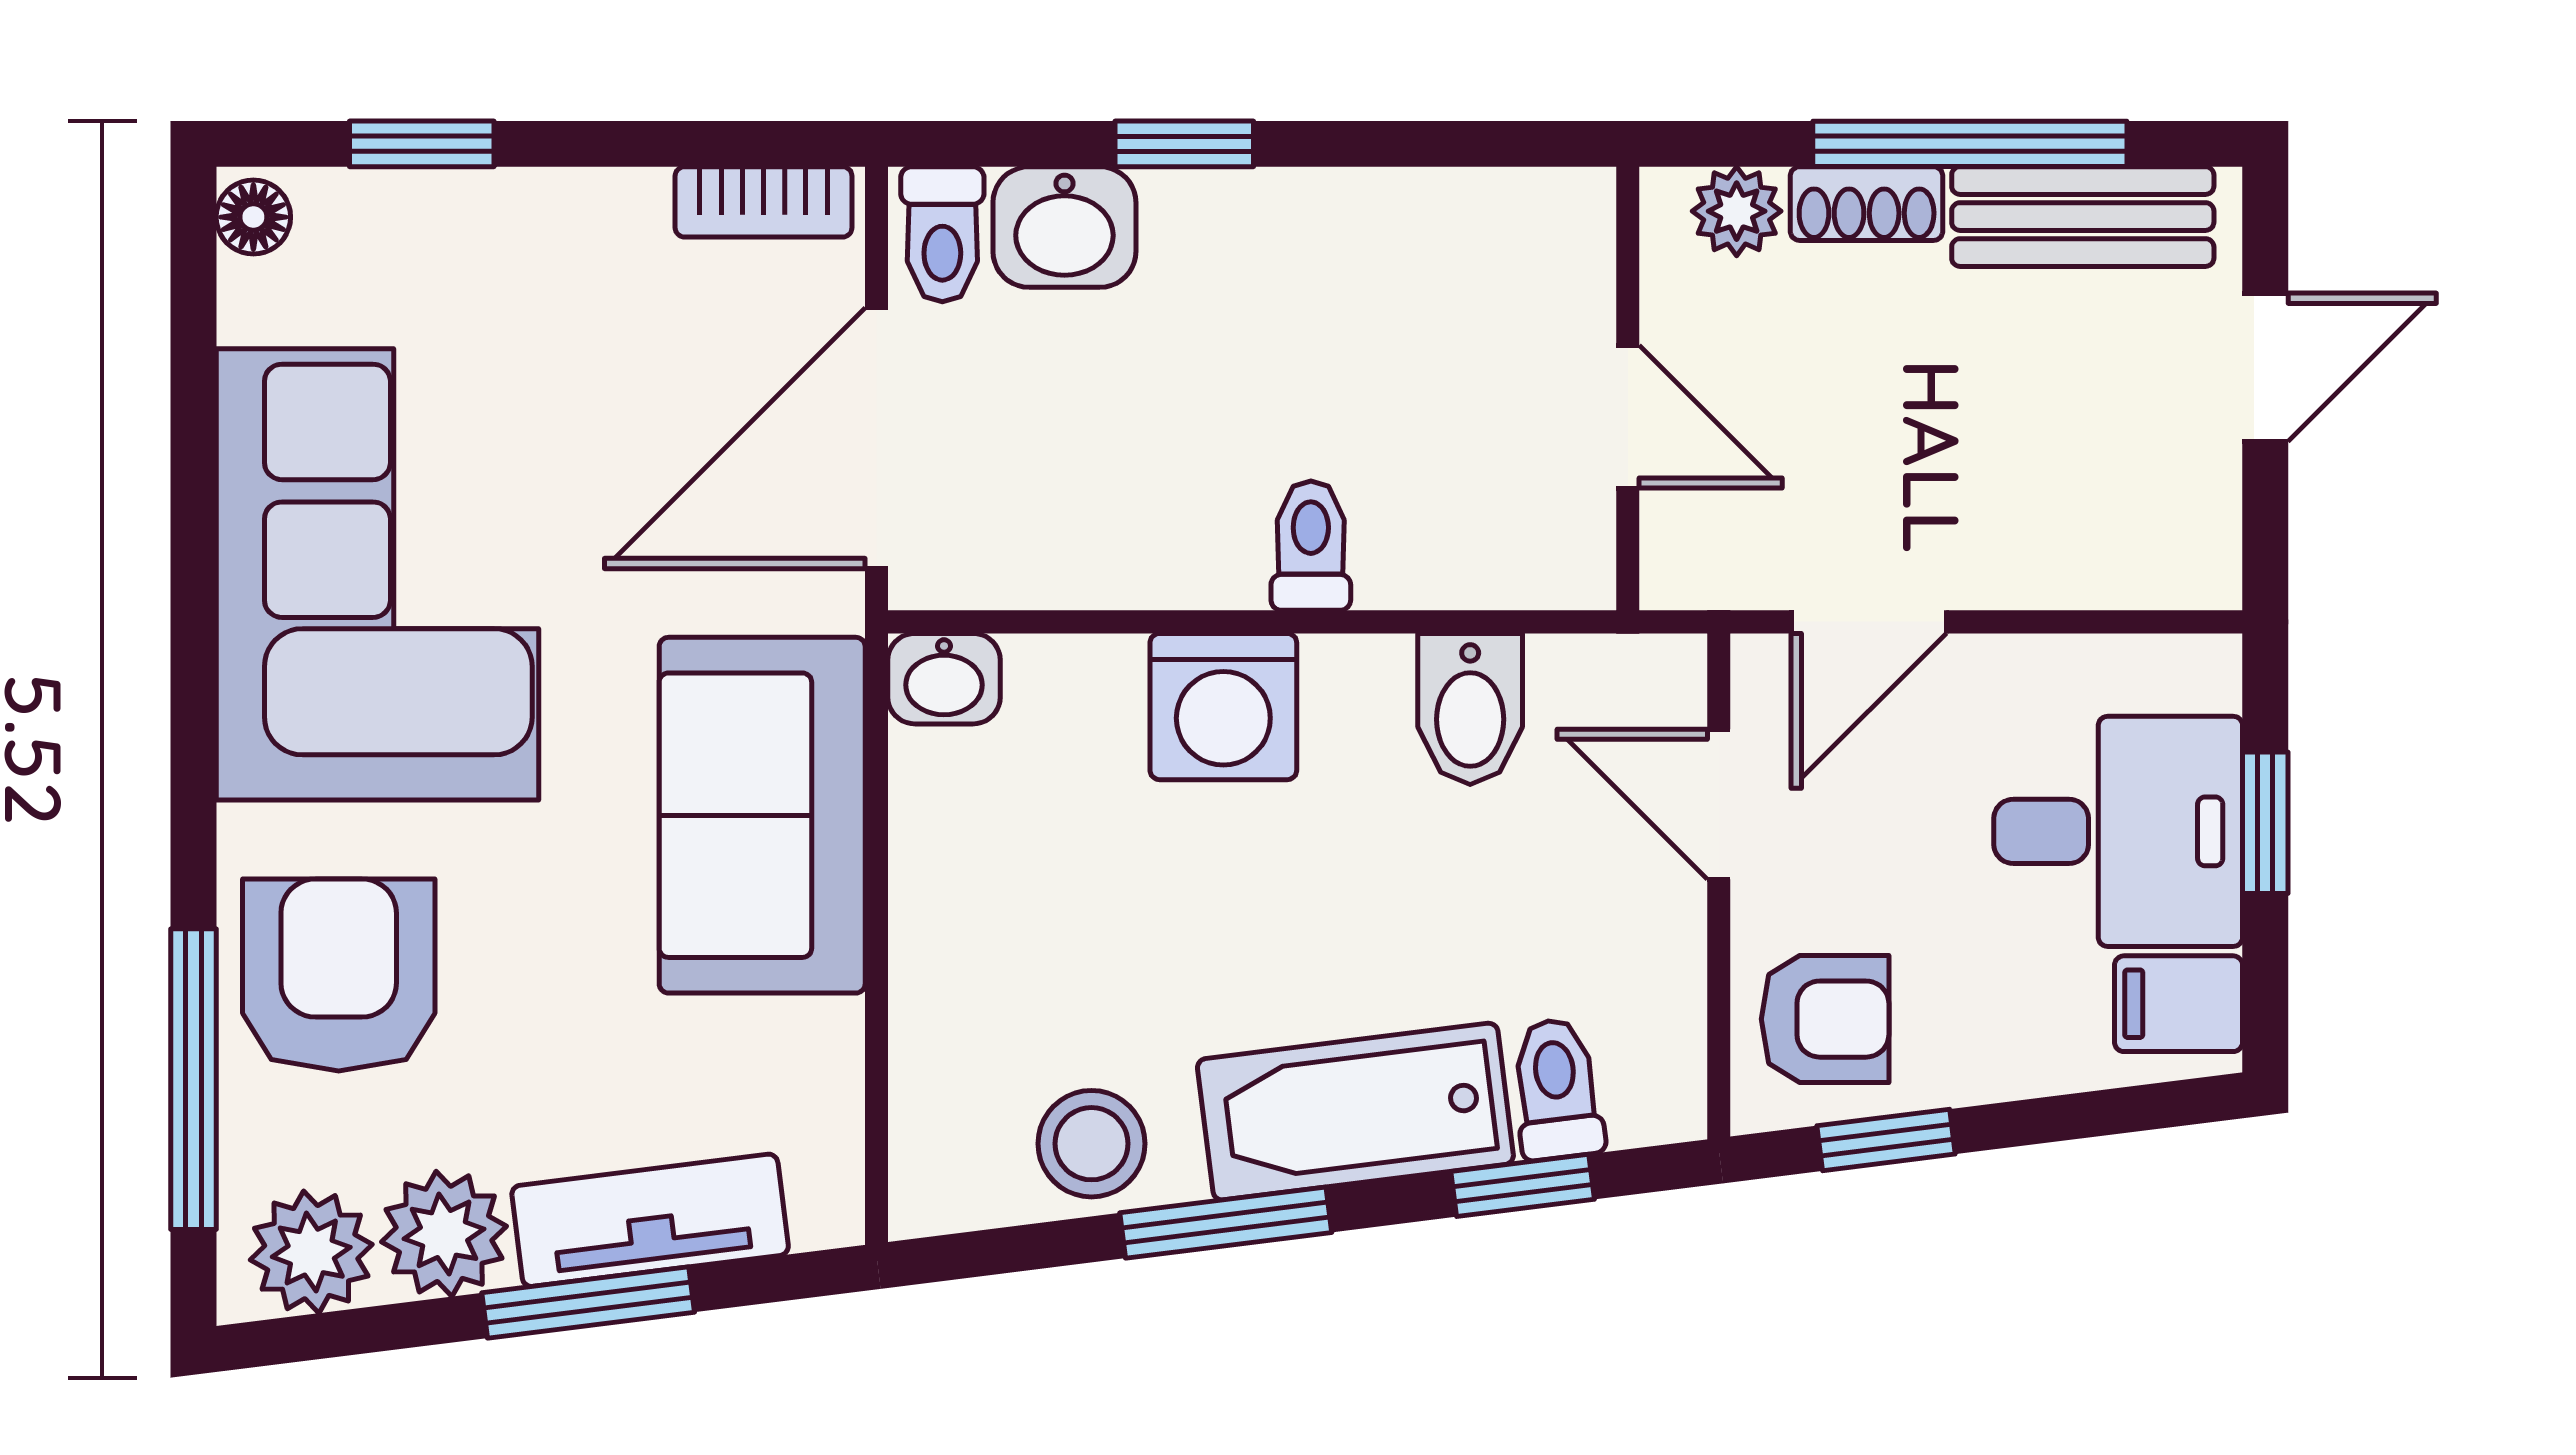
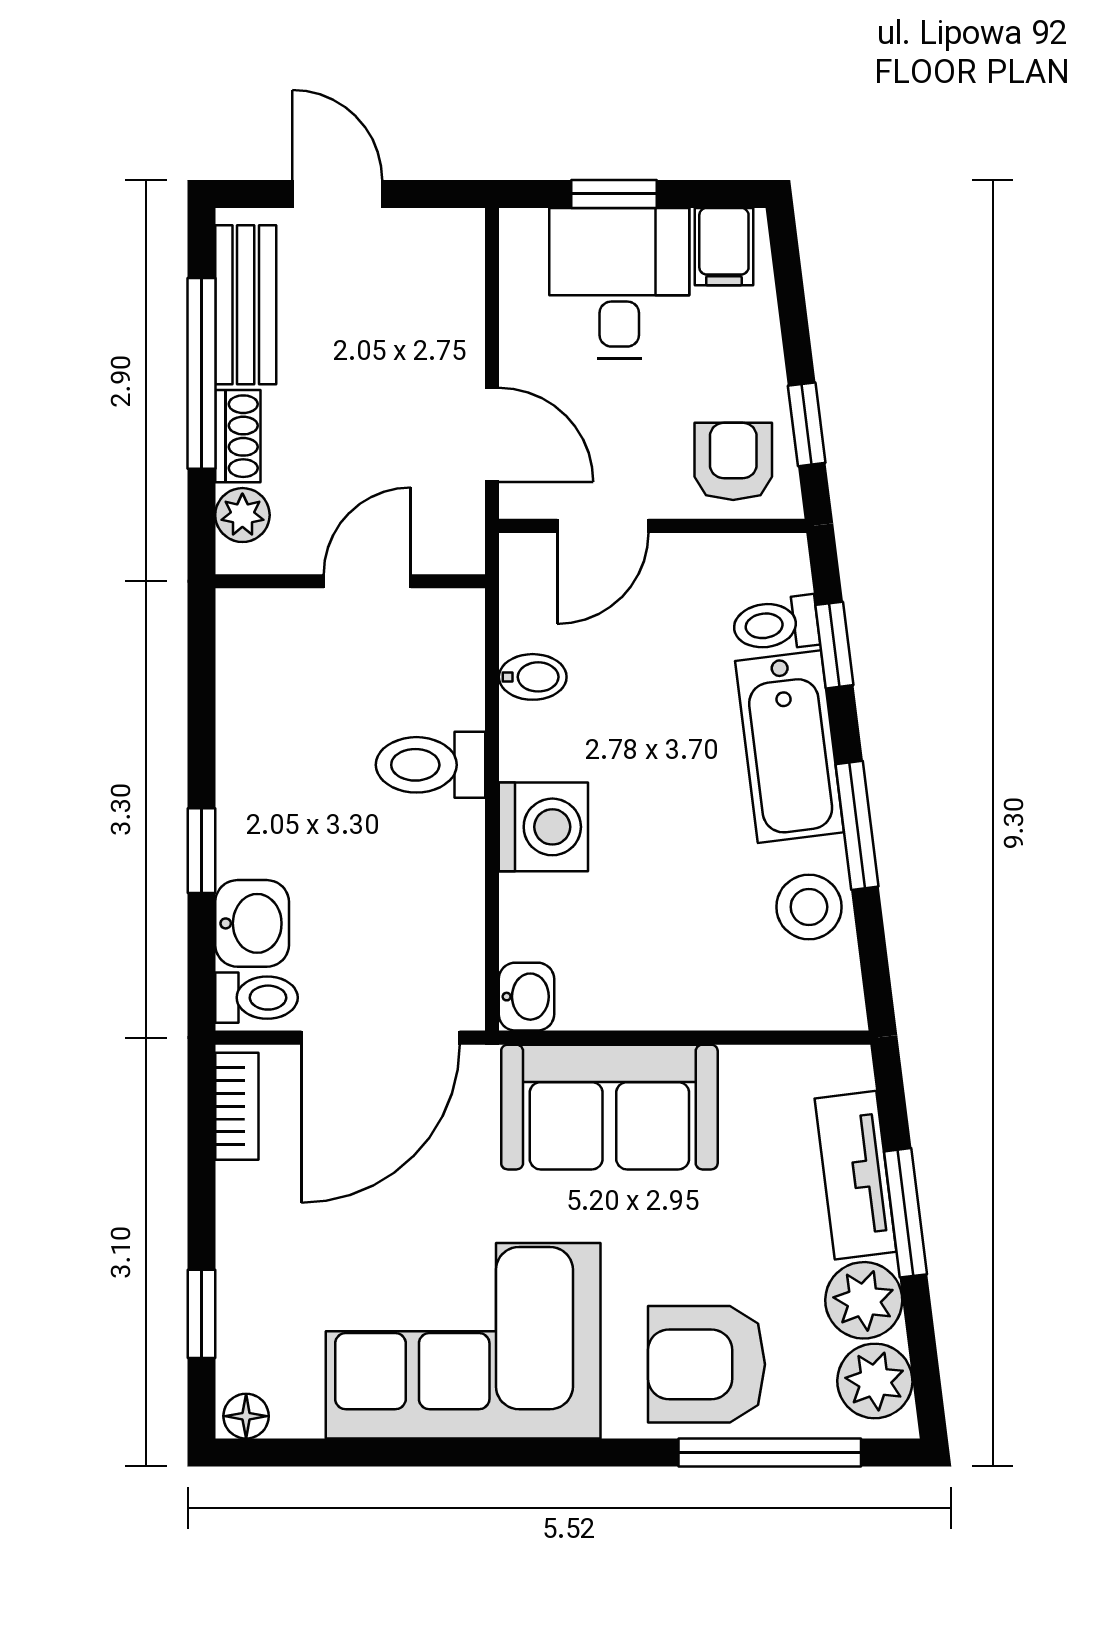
door: (876, 438) -> (380, 1038), hinge flipped
toilet: (1311, 546) -> (431, 765), width x1.37, depth x1.39
bidet: (1470, 709) -> (533, 677), width x0.72, depth x0.74

